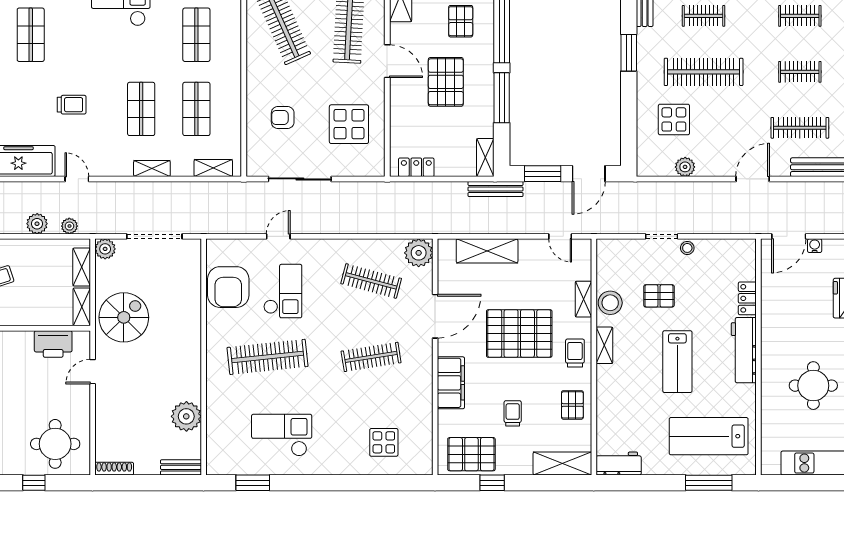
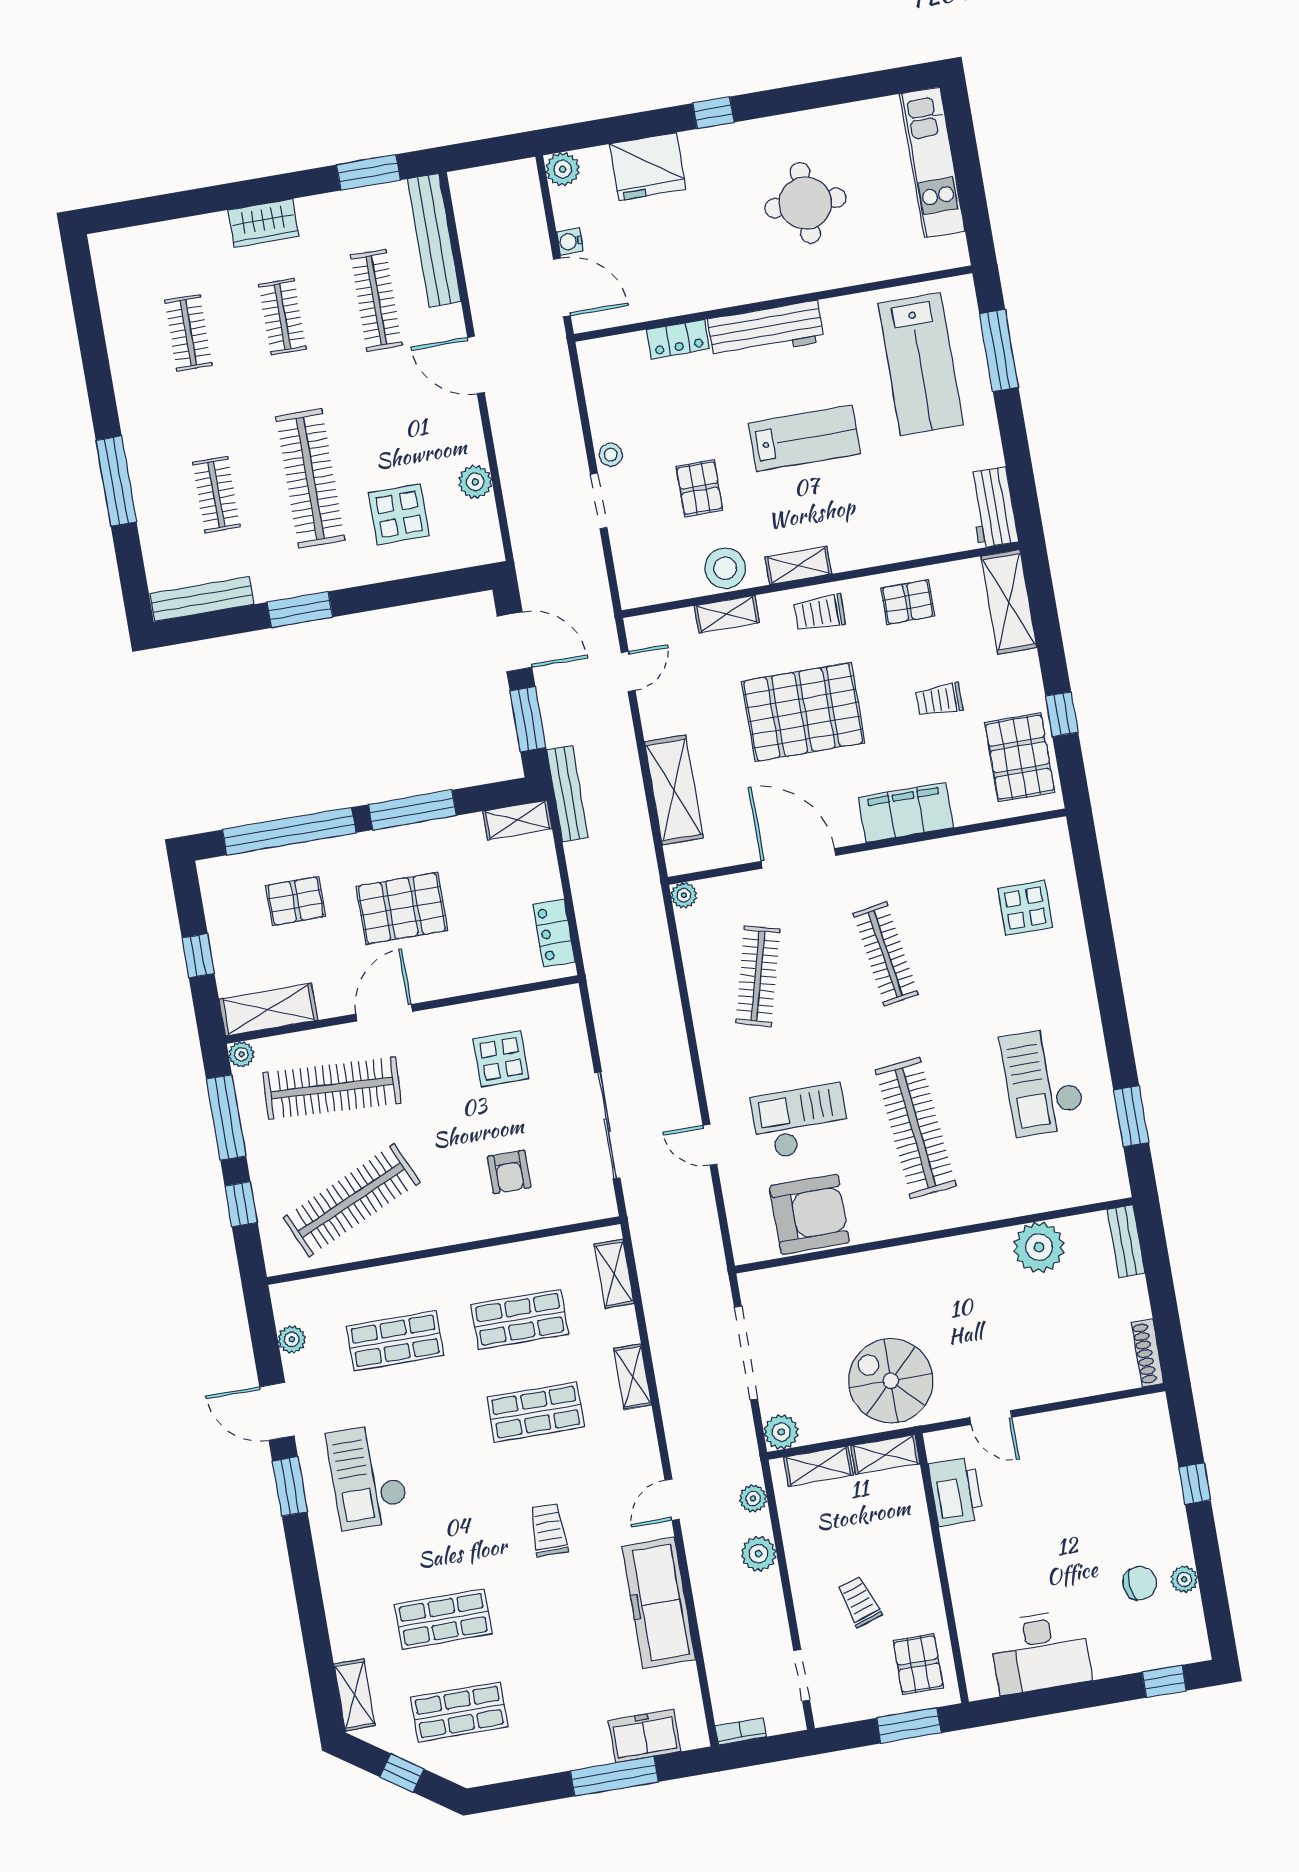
display table: (349, 124) -> (501, 1059), width x0.73, depth x0.73
plant: (419, 253) -> (684, 895), width x0.53, depth x0.53
pallet: (519, 334) -> (803, 712), turned 90
round table: (55, 444) -> (1123, 1459), removed

